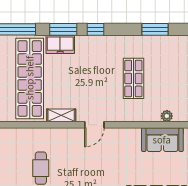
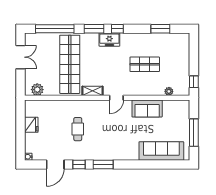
freezer: (60, 44) -> (109, 40), moved
shop shelf: (133, 78) -> (145, 64), turned 90
sofa: (162, 140) -> (147, 108), moved

